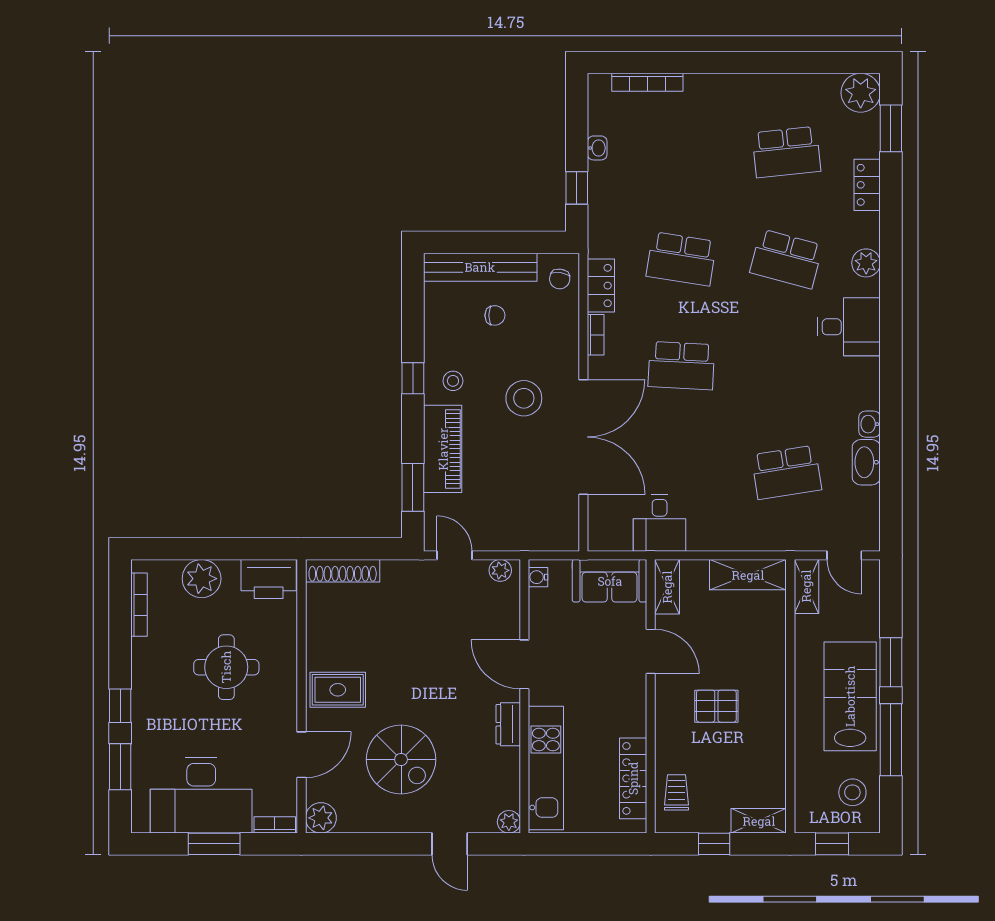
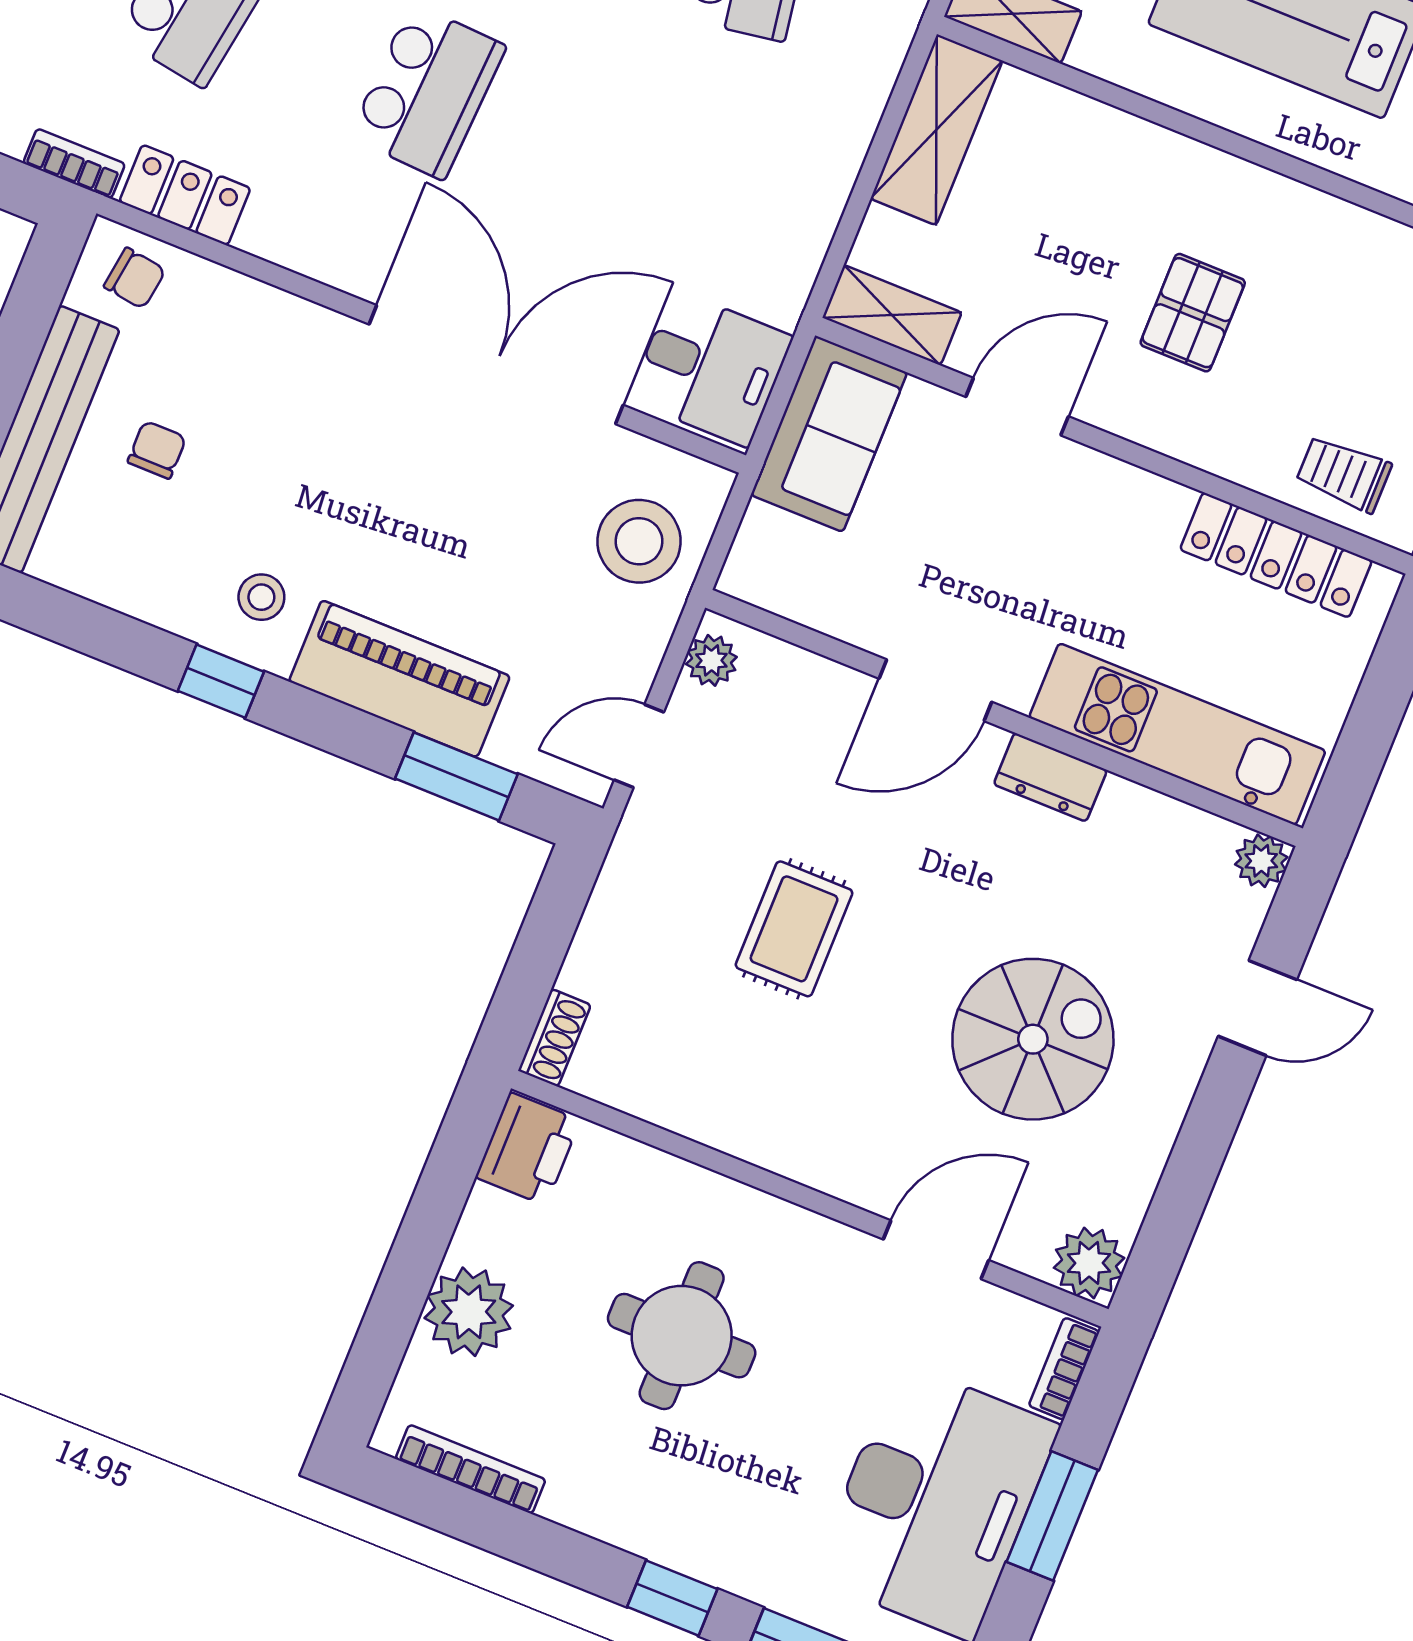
bookcase: (596, 335) -> (74, 163), moved
stool: (524, 398) -> (639, 541), moved
desk: (660, 523) -> (711, 368), moved
shoe rack: (343, 571) -> (554, 1038), width x0.51, depth x0.81
water cooler: (538, 577) -> (759, 585), removed
printer: (269, 579) -> (528, 1149), width x0.73, depth x0.84
rug: (338, 690) -> (794, 929), moved
door: (301, 755) -> (936, 1250), hinge flipped

